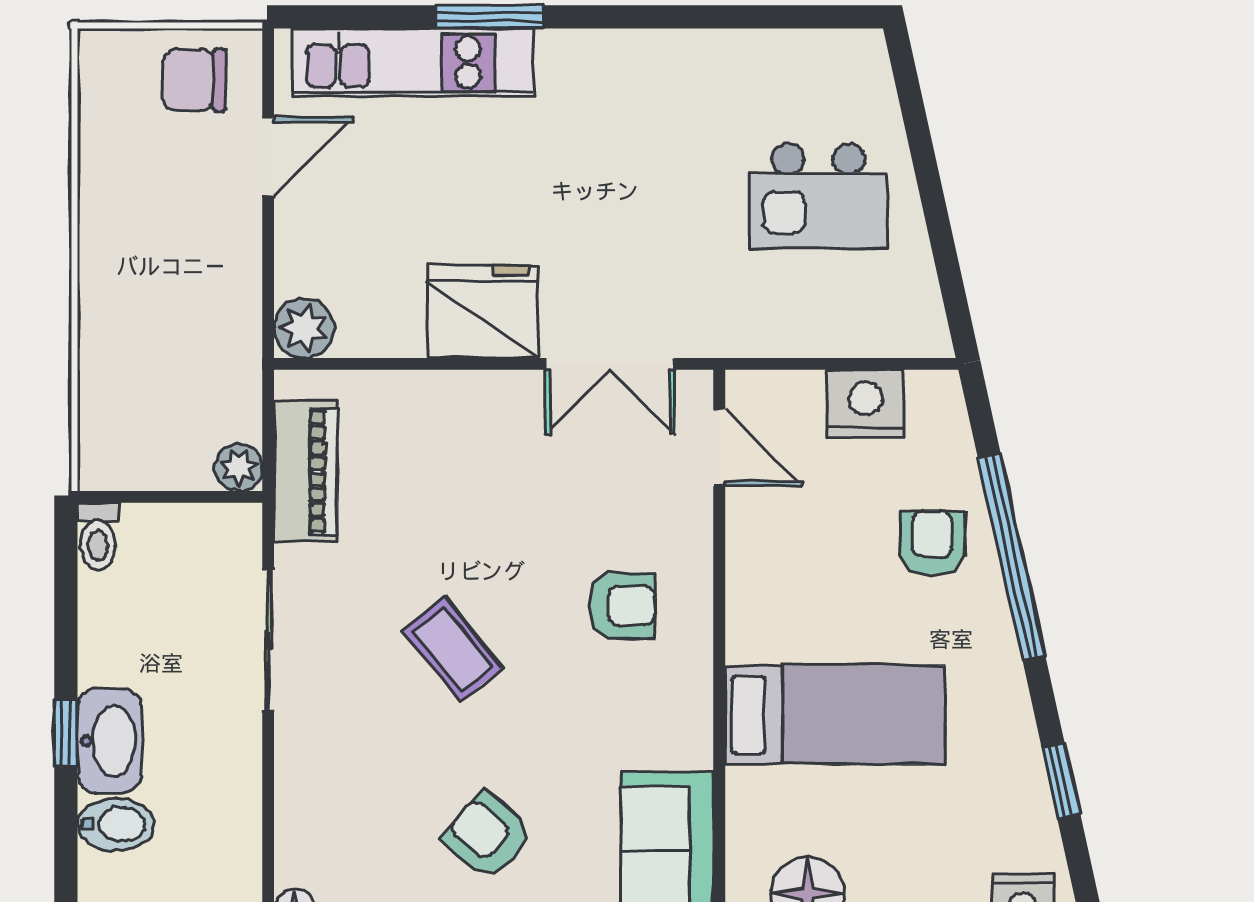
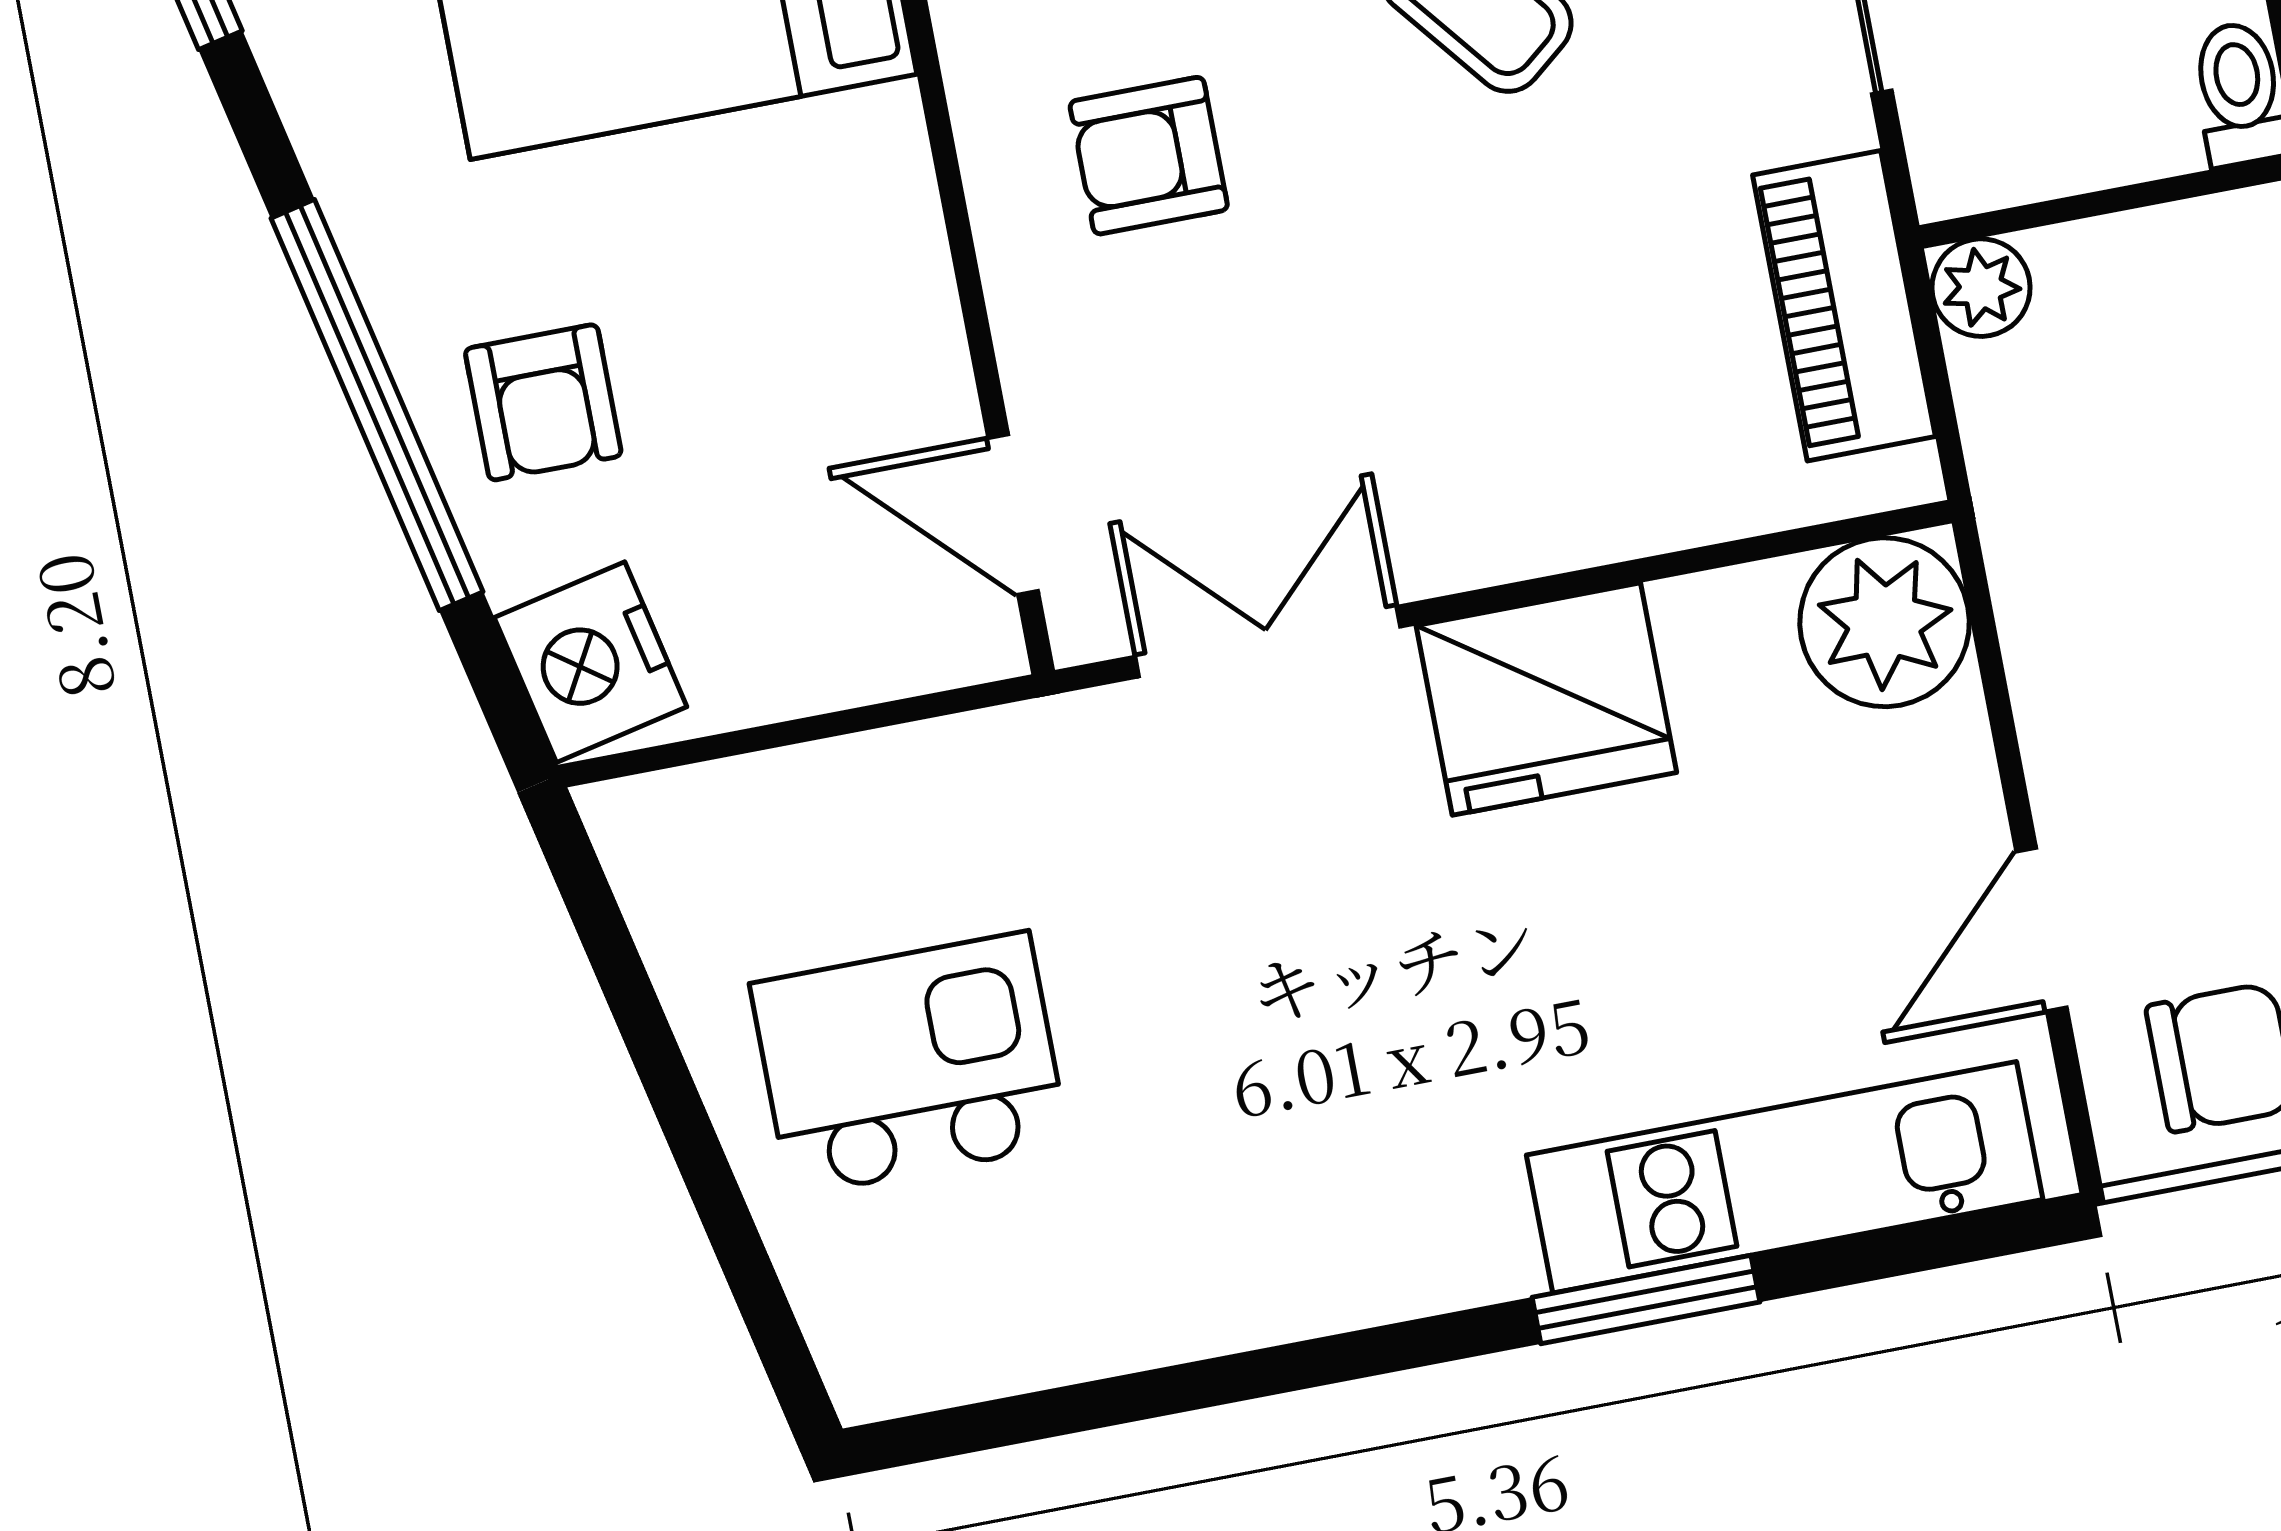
plant: (304, 328) -> (1885, 622), width x1.36, depth x1.36
nightstand: (865, 404) -> (591, 662), moved, turned 78

